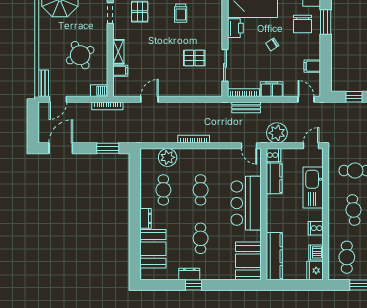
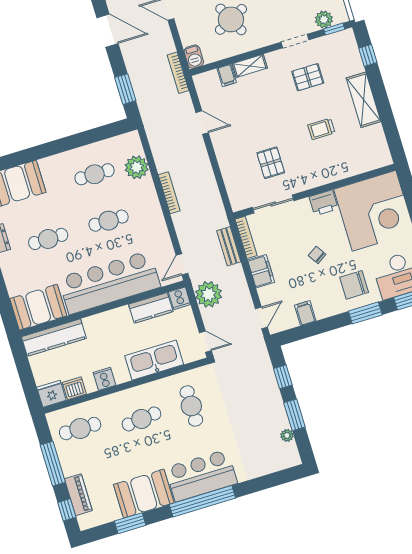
bar counter: (246, 203) -> (109, 282), width x1.36
dresser: (146, 218) -> (52, 163), removed

